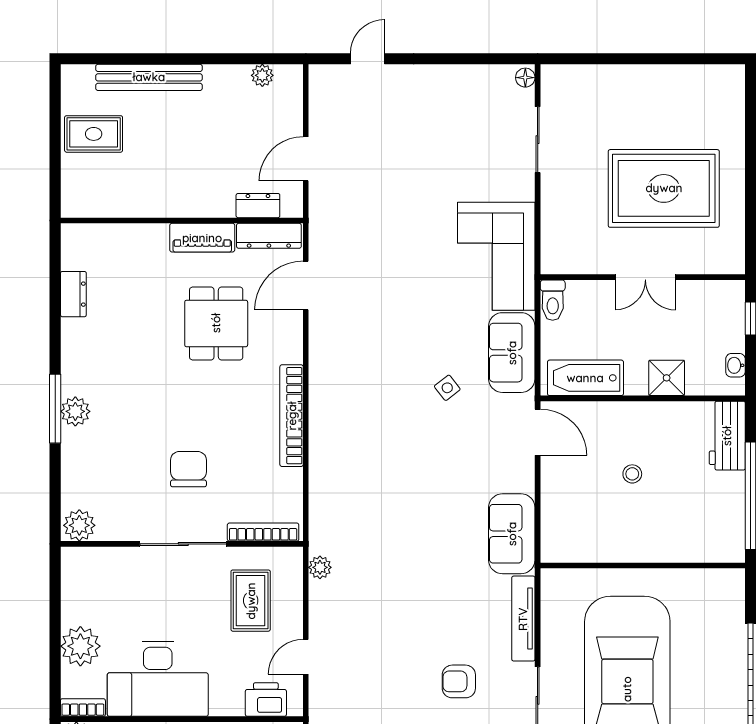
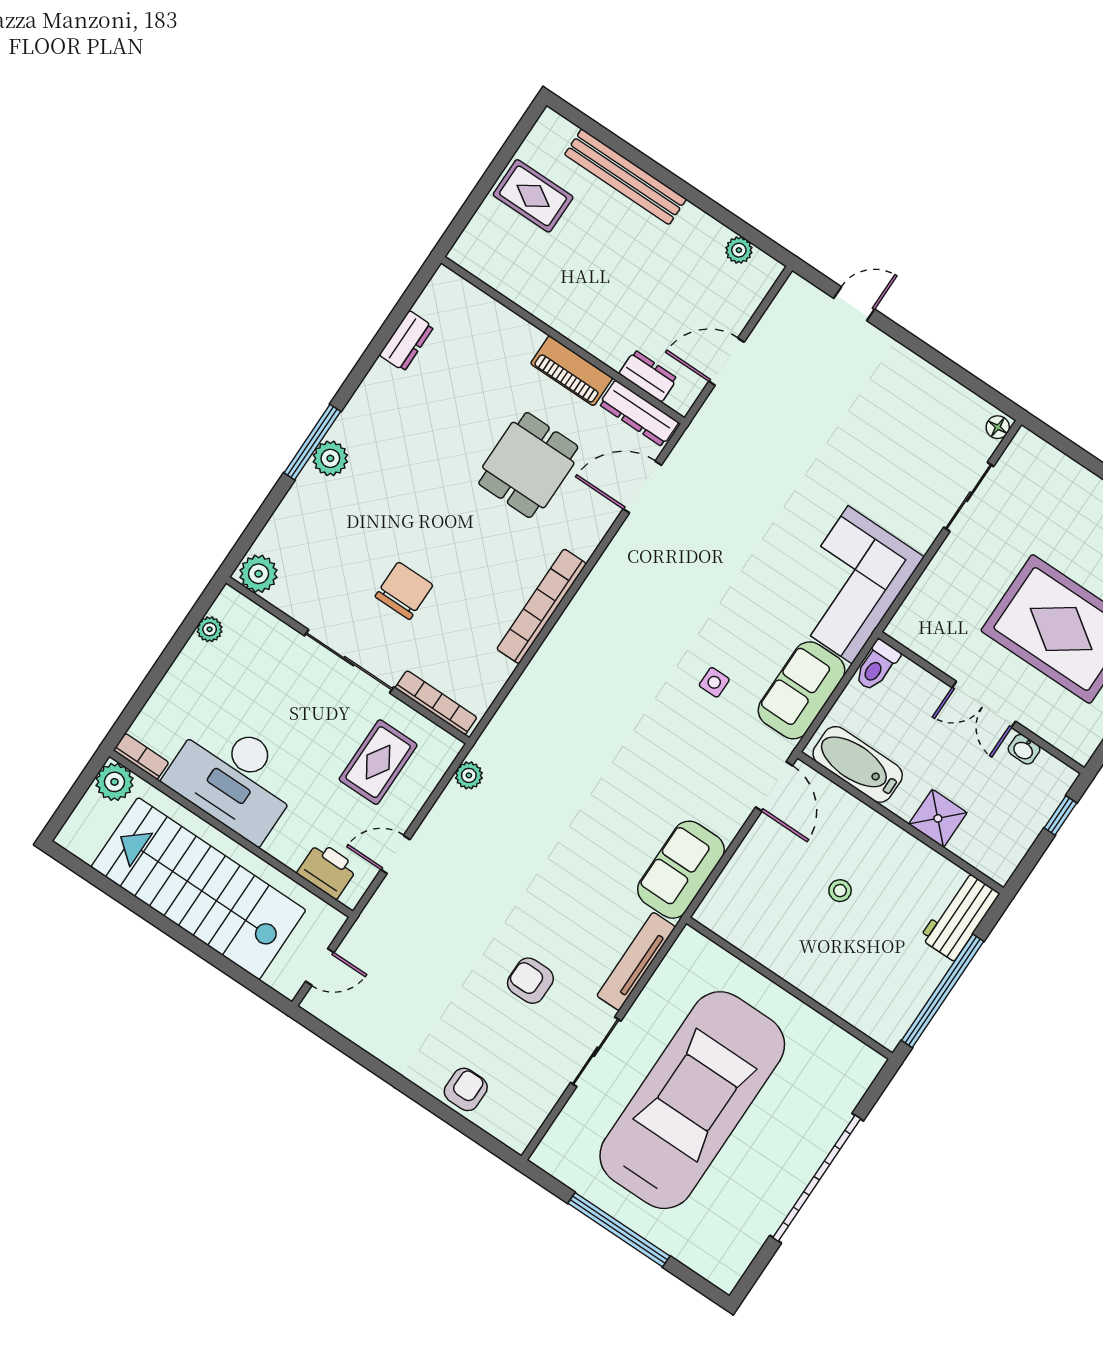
washbasin: (735, 365) -> (1024, 749), moved, turned -90
side table: (447, 388) -> (714, 682), turned 38
plant: (80, 646) -> (210, 629), moved, width x0.53, depth x0.53

